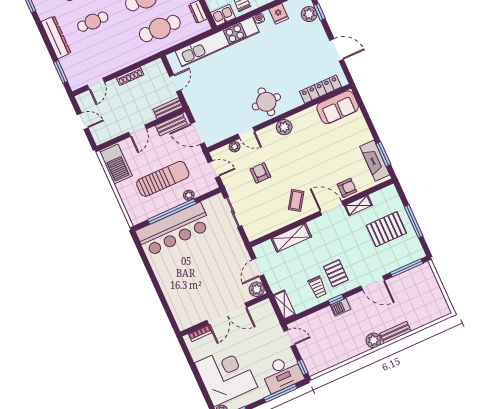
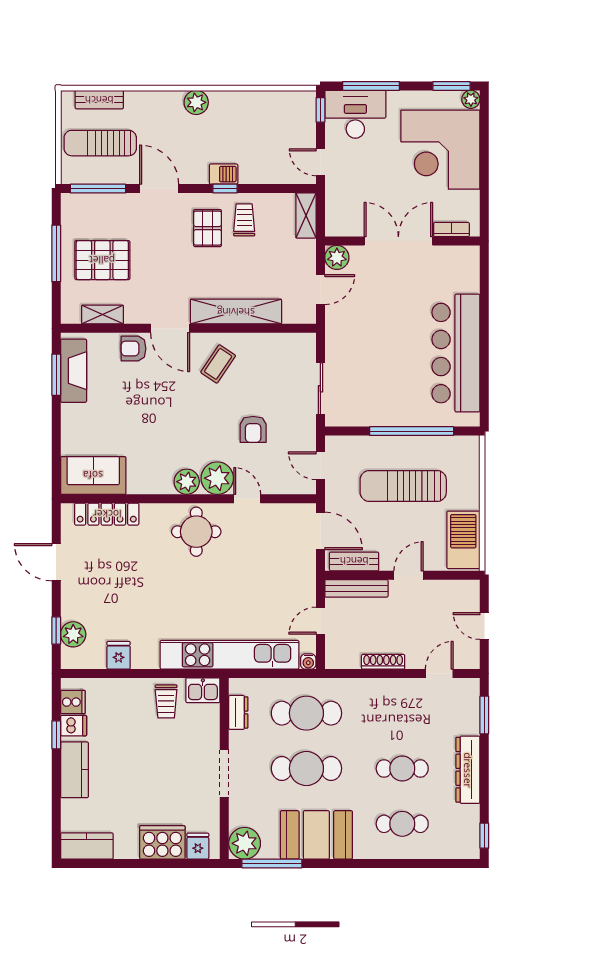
water cooler: (259, 18) -> (308, 662), moved
bench: (168, 108) -> (356, 588), width x1.36
plant: (235, 147) -> (217, 478), moved, width x1.87, depth x1.87
plant: (189, 195) -> (375, 444), removed
shelving: (358, 205) -> (103, 315), moved
bar counter: (174, 230) -> (456, 353), moved, turned -90
shelving: (291, 238) -> (236, 312), width x1.47
sun lounger: (417, 294) -> (100, 143), added
bench: (395, 332) -> (99, 100), moved

